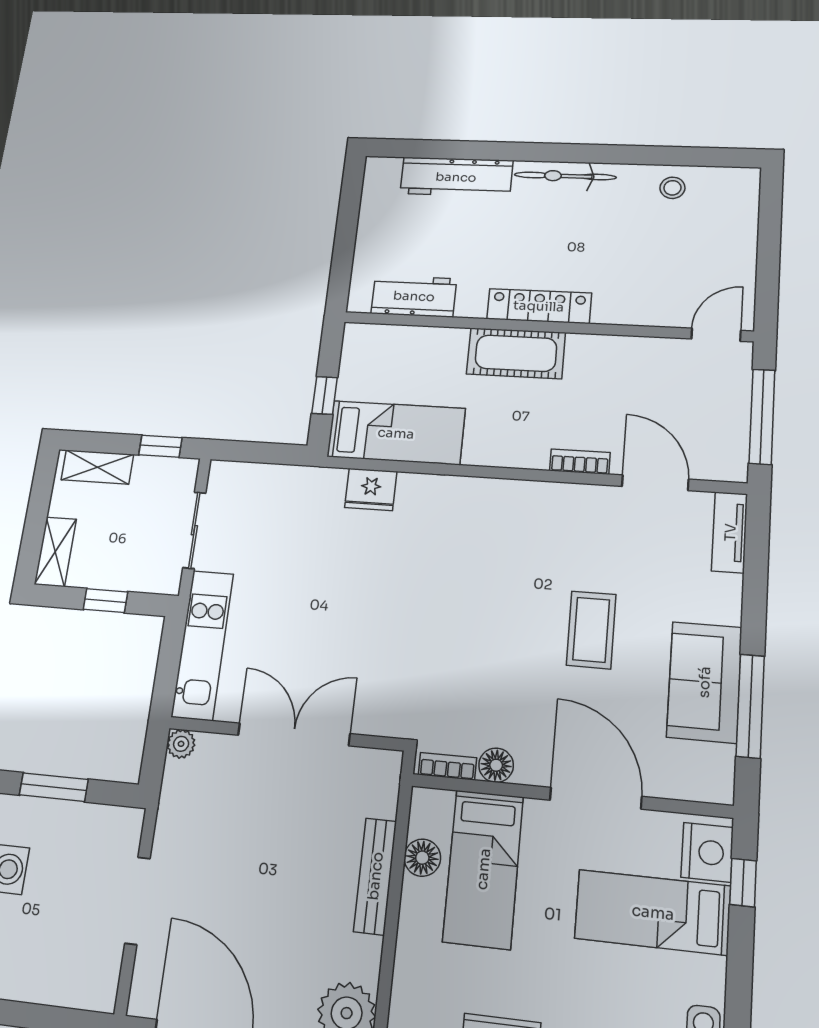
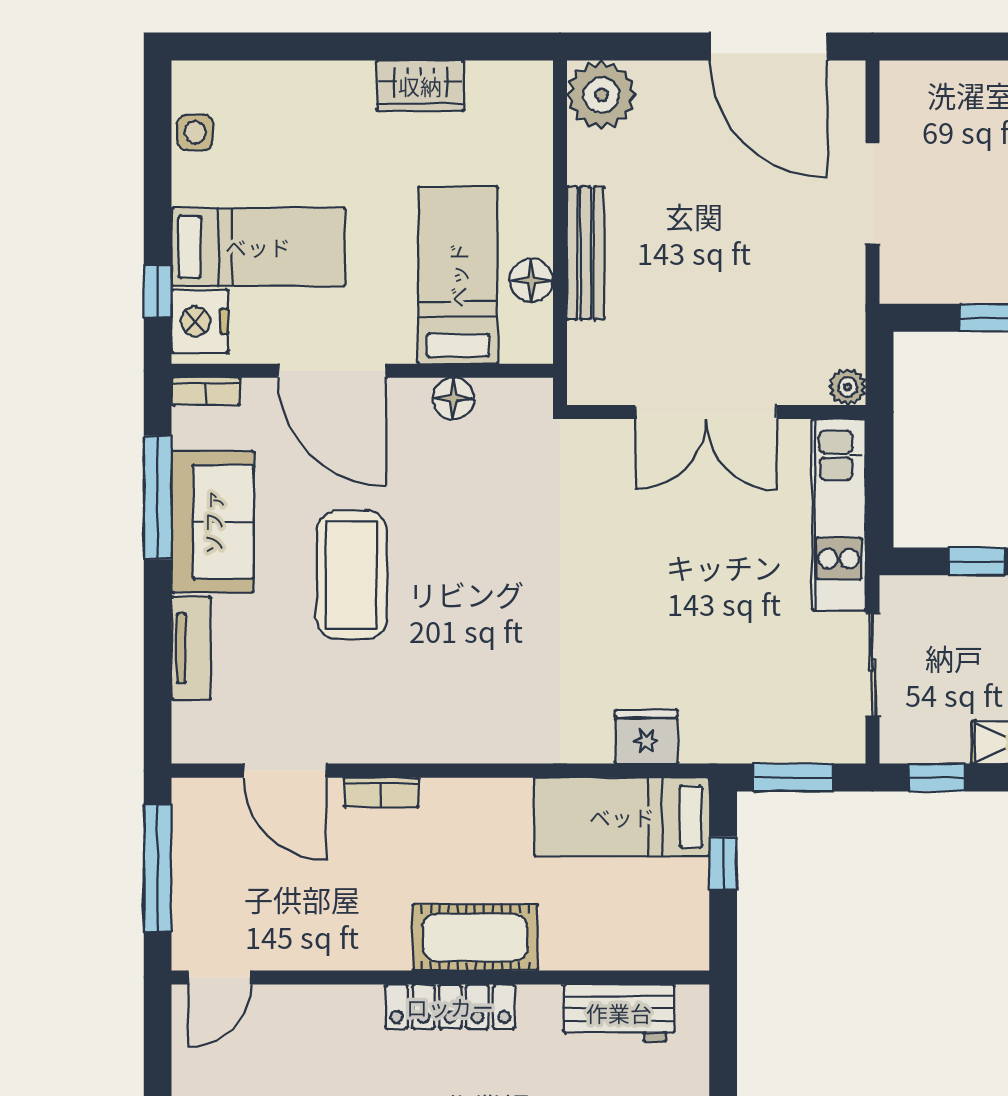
window: (265, 453) -> (793, 778), added
tv unit: (730, 532) -> (191, 648), moved
coffee table: (591, 630) -> (352, 575), width x1.36, depth x1.32
bookcase: (447, 766) -> (206, 391), moved

